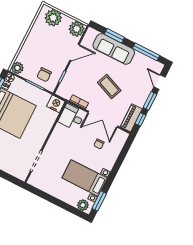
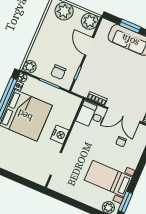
door: (75, 52) -> (89, 46), swing flipped
coffee table: (109, 86) -> (128, 80), removed
nightstand: (56, 104) -> (60, 135), moved, turned 90

